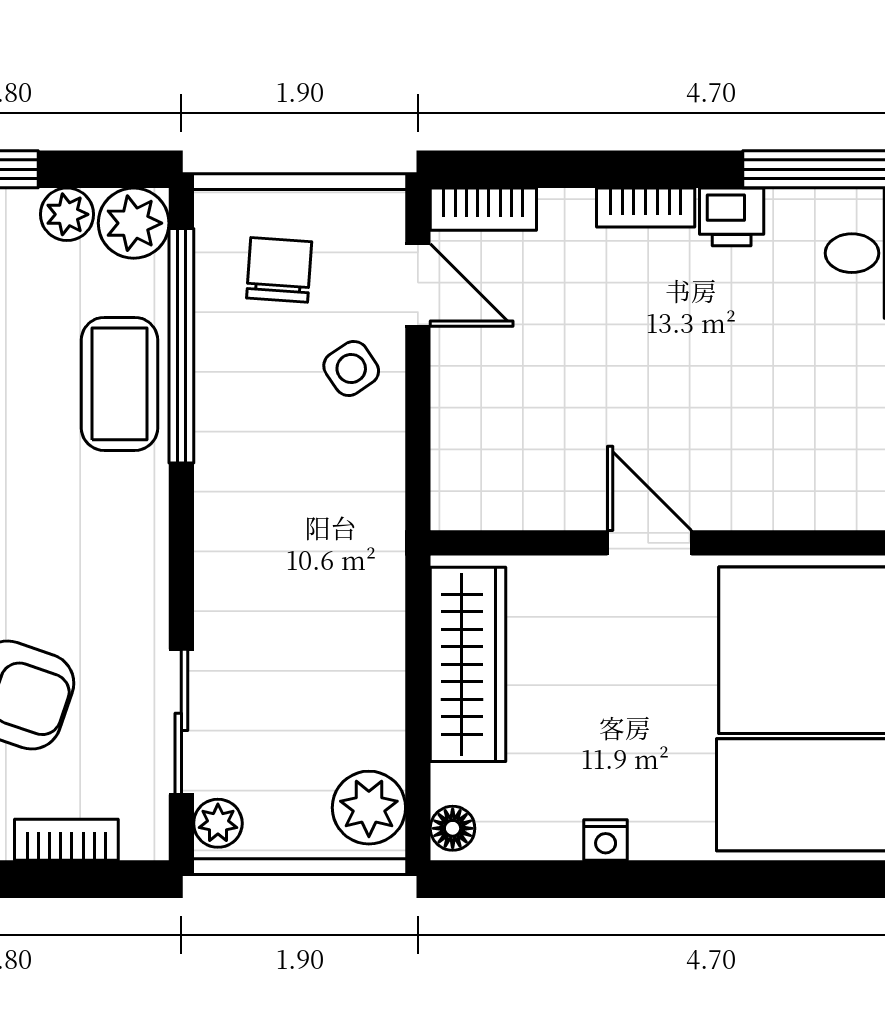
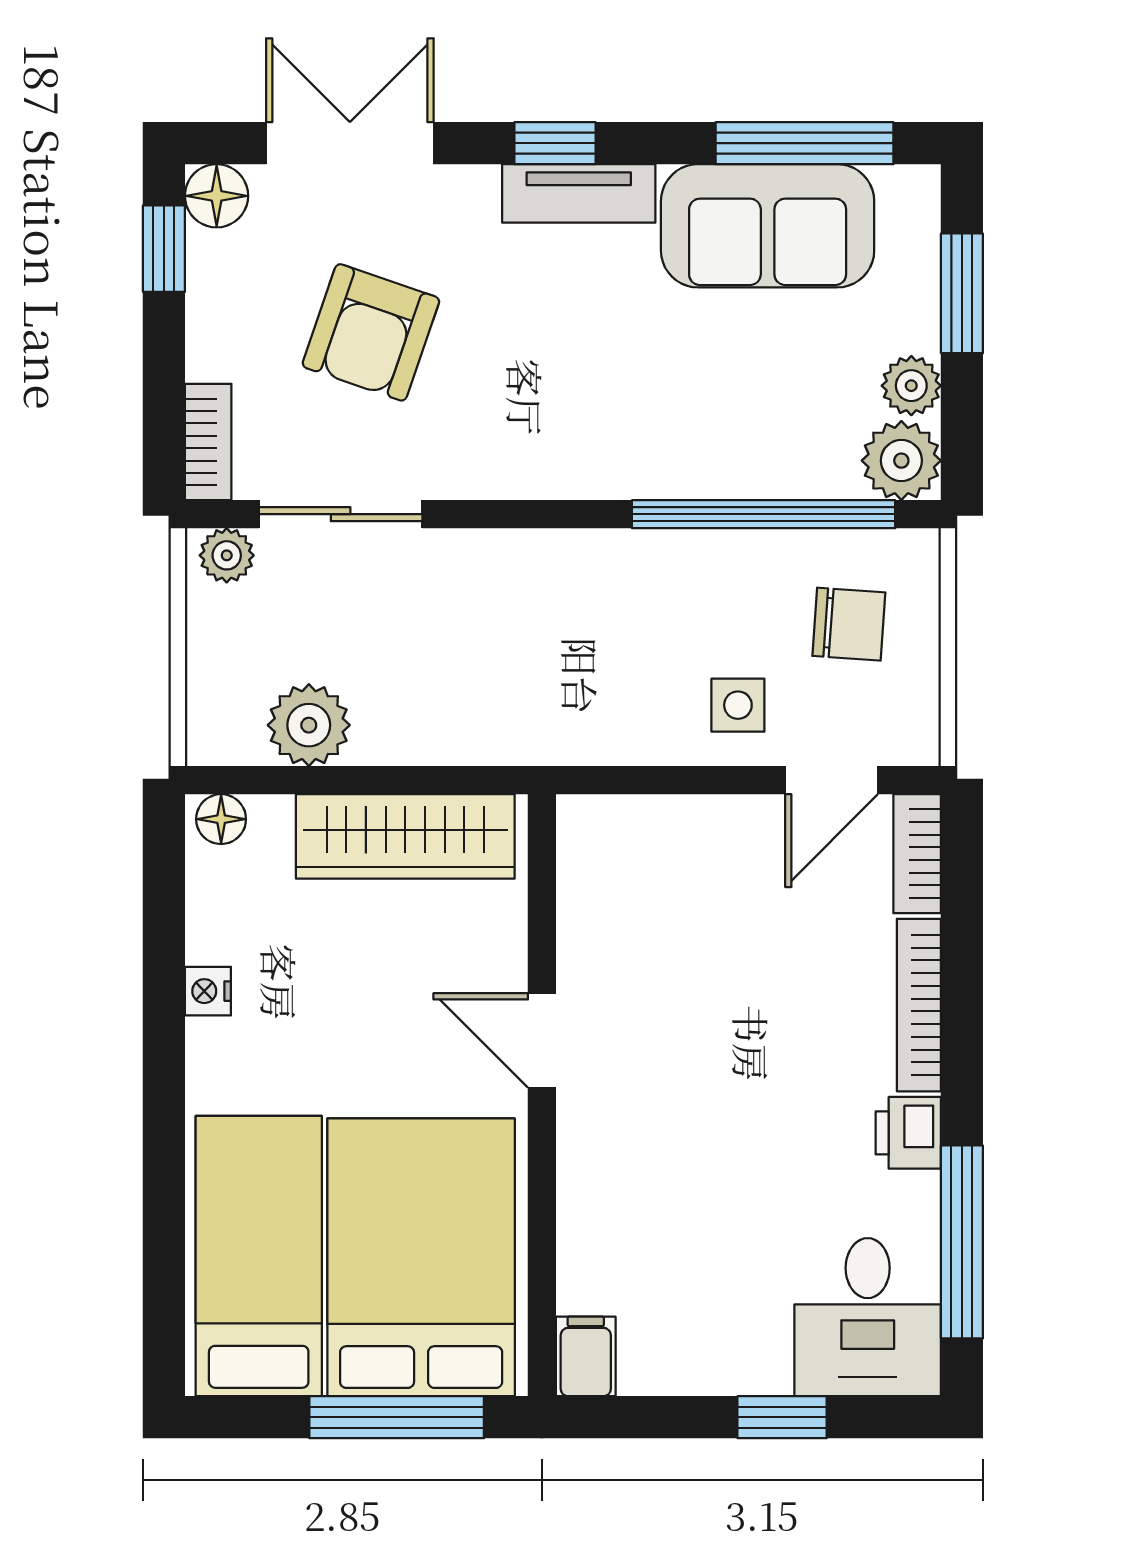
bookcase: (646, 208) -> (919, 1005), width x1.56
side table: (351, 368) -> (738, 705), turned 34
coffee table: (120, 384) -> (721, 445), removed
door: (649, 543) -> (542, 1040), swing flipped
plant: (369, 808) -> (309, 725), moved
bookcase: (66, 840) -> (208, 442), moved

